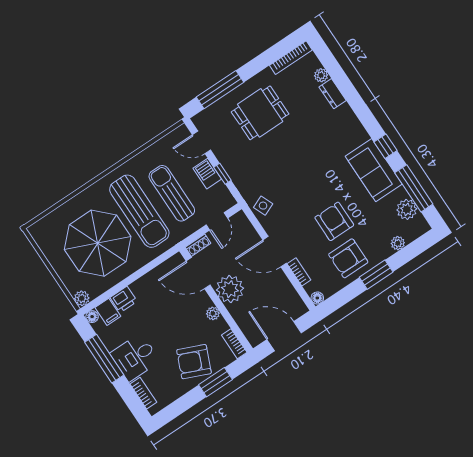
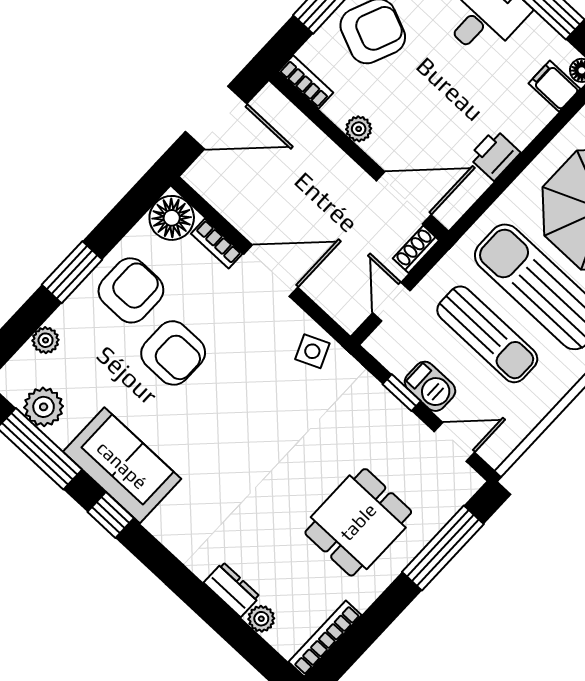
plant: (230, 289) -> (337, 182), removed
floor lamp: (317, 298) -> (172, 218), width x1.89, depth x1.89
printer: (124, 299) -> (494, 155), moved

